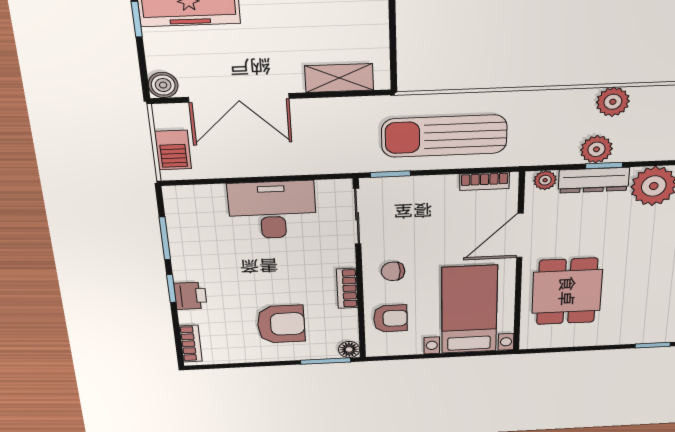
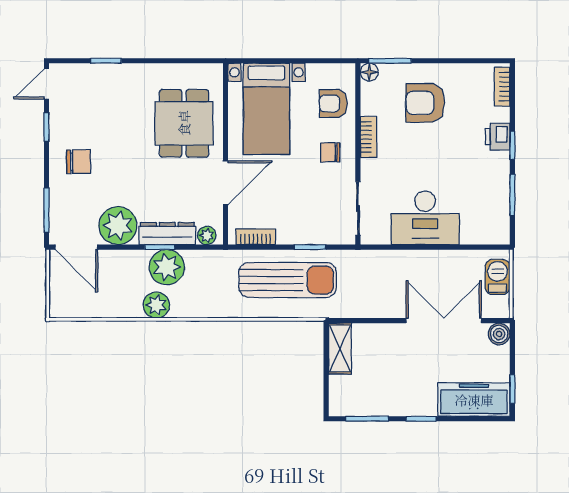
shelving: (339, 78) -> (340, 349), moved, turned 90
plant: (596, 149) -> (167, 267), width x1.36, depth x1.36
window: (390, 174) -> (310, 247), moved
chair: (393, 271) -> (330, 152), turned 180

